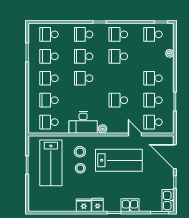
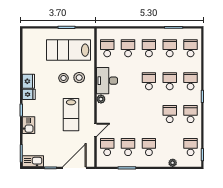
school desk: (118, 100) -> (128, 114), removed
lab bench: (119, 160) -> (71, 115), width x0.73, depth x0.72

